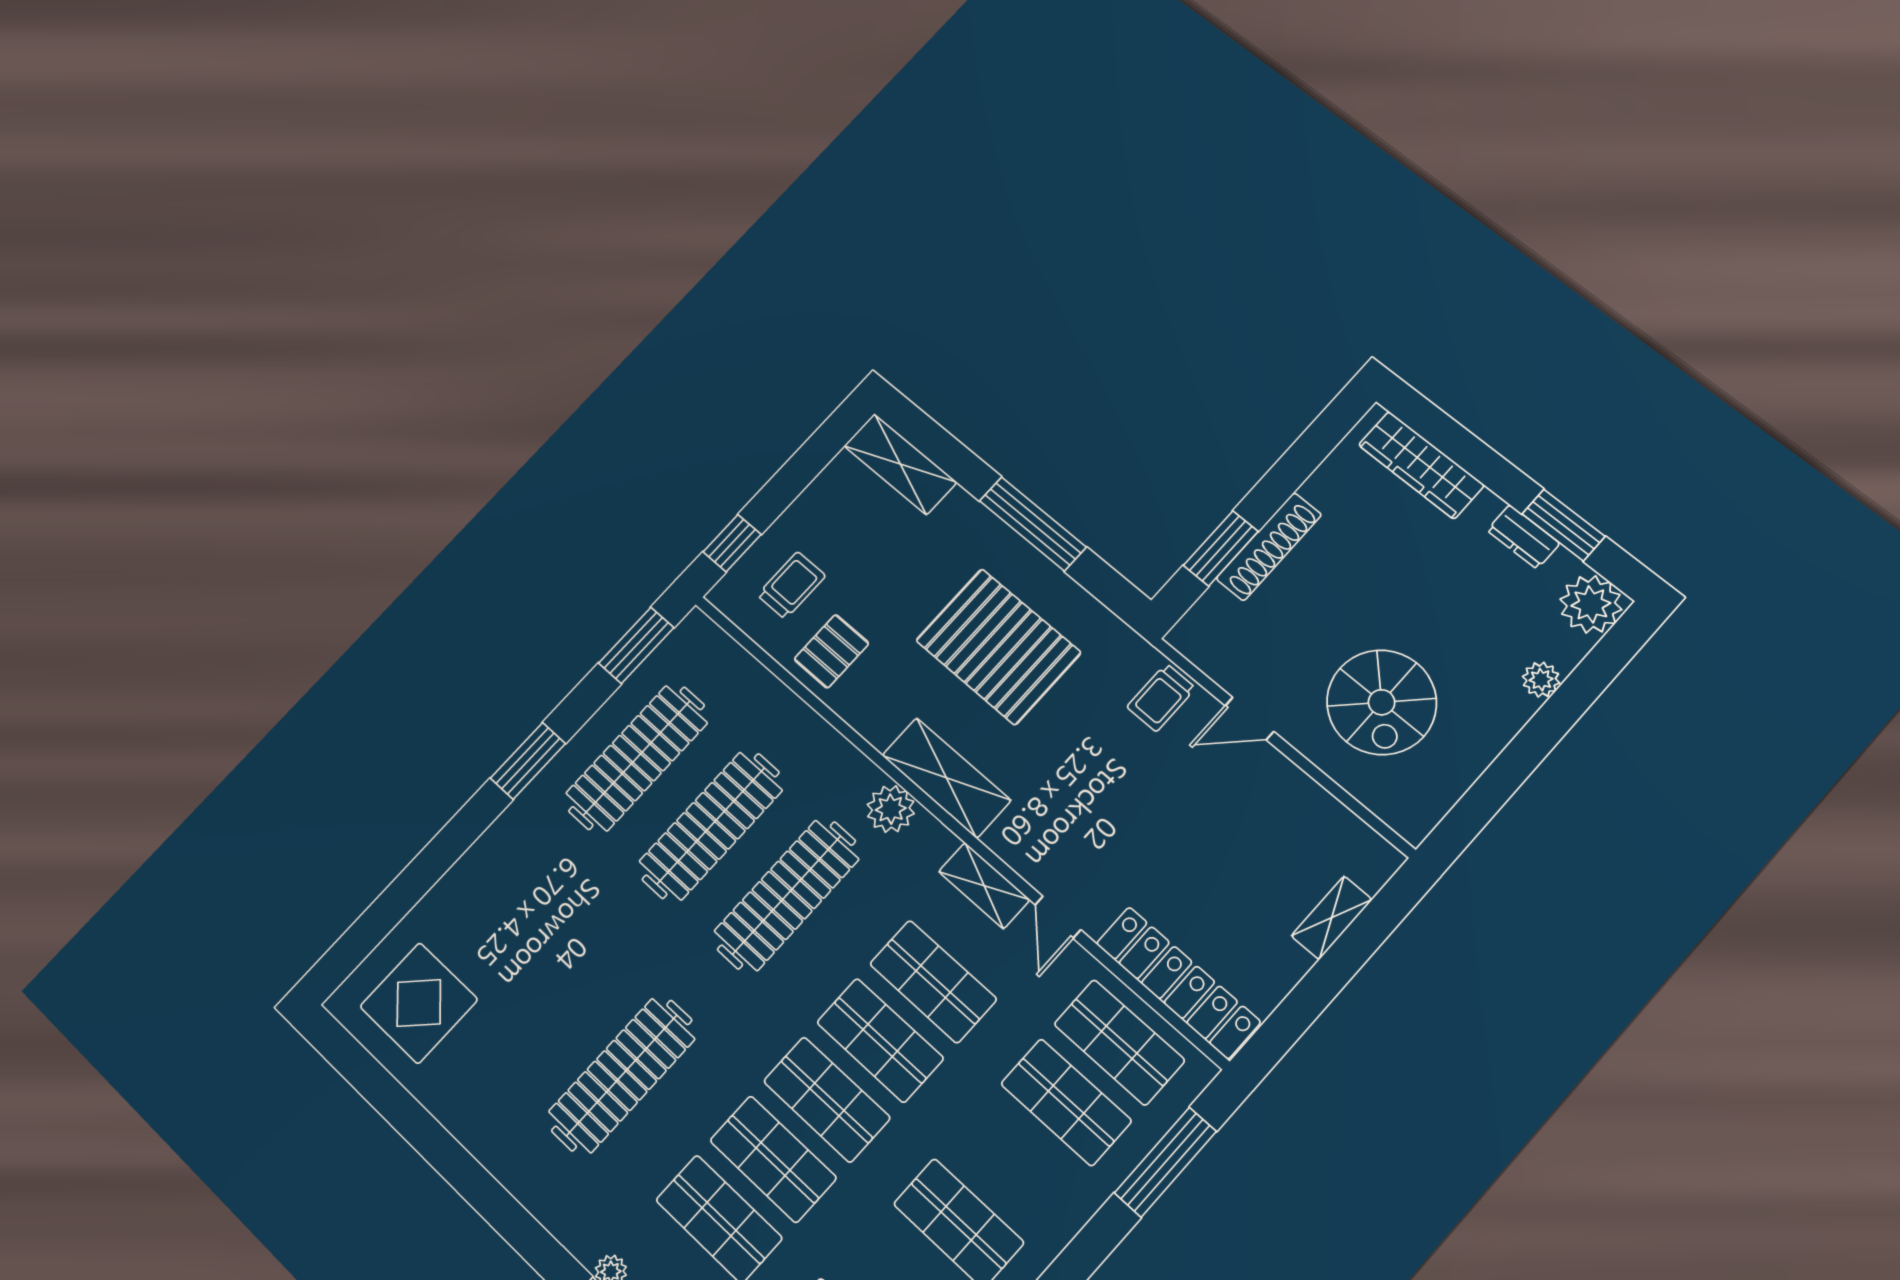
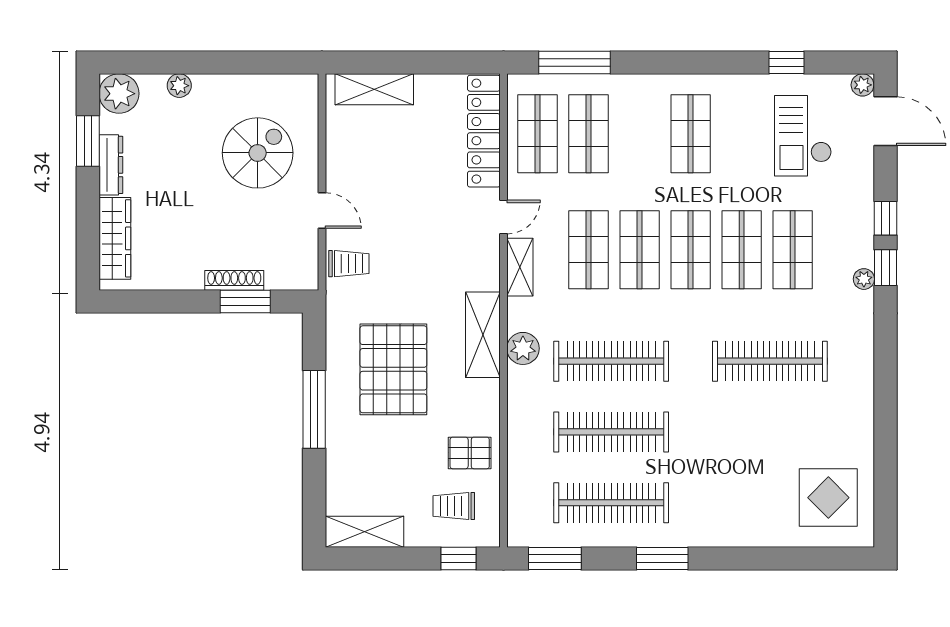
shelving: (900, 464) -> (364, 532), moved, turned 90
dresser: (1523, 537) -> (111, 165), width x1.44
shoe rack: (1269, 547) -> (234, 280), width x0.74, depth x0.81
shelving: (1332, 918) -> (374, 89), width x1.50, depth x1.33

